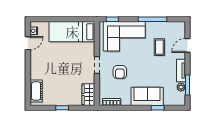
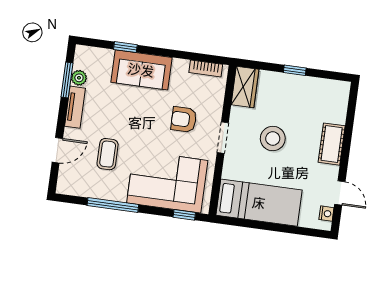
door: (28, 43) -> (340, 193), swing flipped
stool: (69, 68) -> (273, 139), added
armchair: (120, 72) -> (184, 119), turned -90
cot: (36, 91) -> (332, 144), moved

